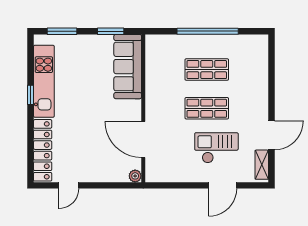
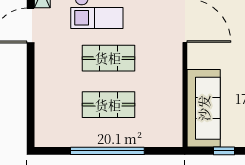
window: (111, 31) -> (224, 151), width x0.67

